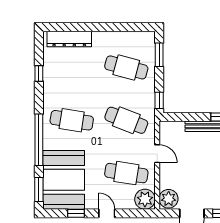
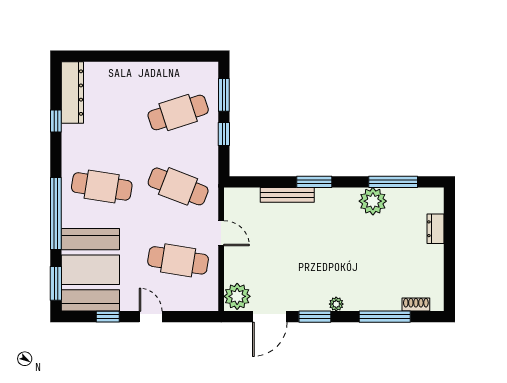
dresser: (69, 39) -> (72, 93), moved, turned -90
cafe table: (126, 67) -> (178, 113), turned -33
window: (159, 100) -> (224, 134), moved
plant: (145, 199) -> (204, 297), removed

